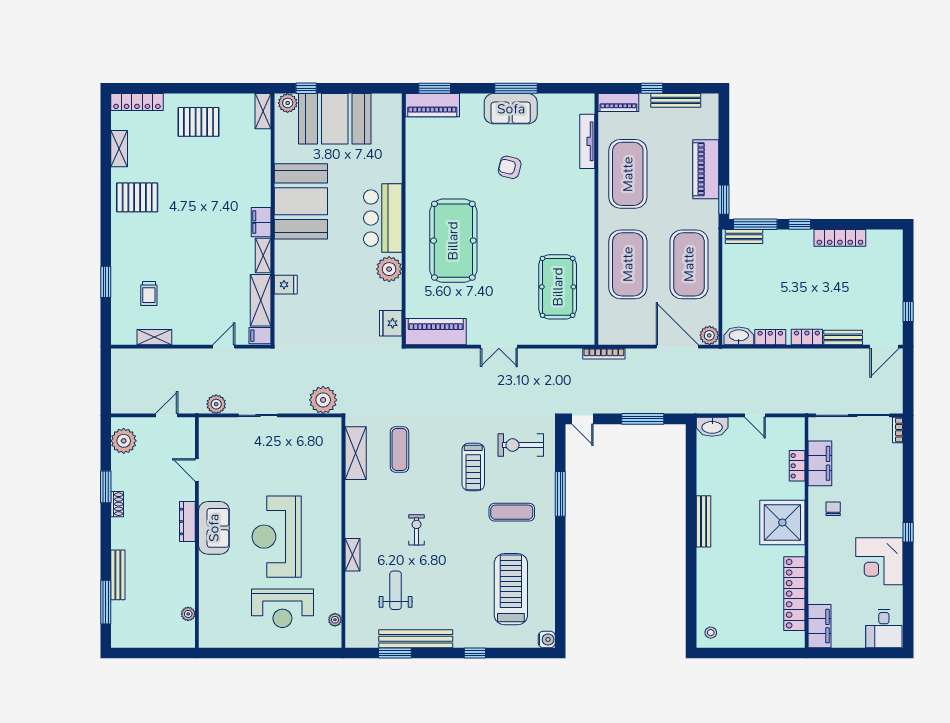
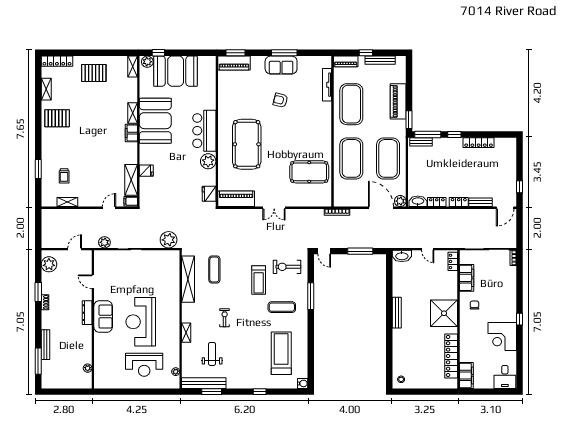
shelving: (263, 256) -> (133, 113), moved
pool table: (558, 287) -> (309, 172), turned 90
shelving: (356, 453) -> (188, 279), width x1.47
locker: (797, 466) -> (453, 261), moved
bench: (416, 639) -> (204, 383), moved

